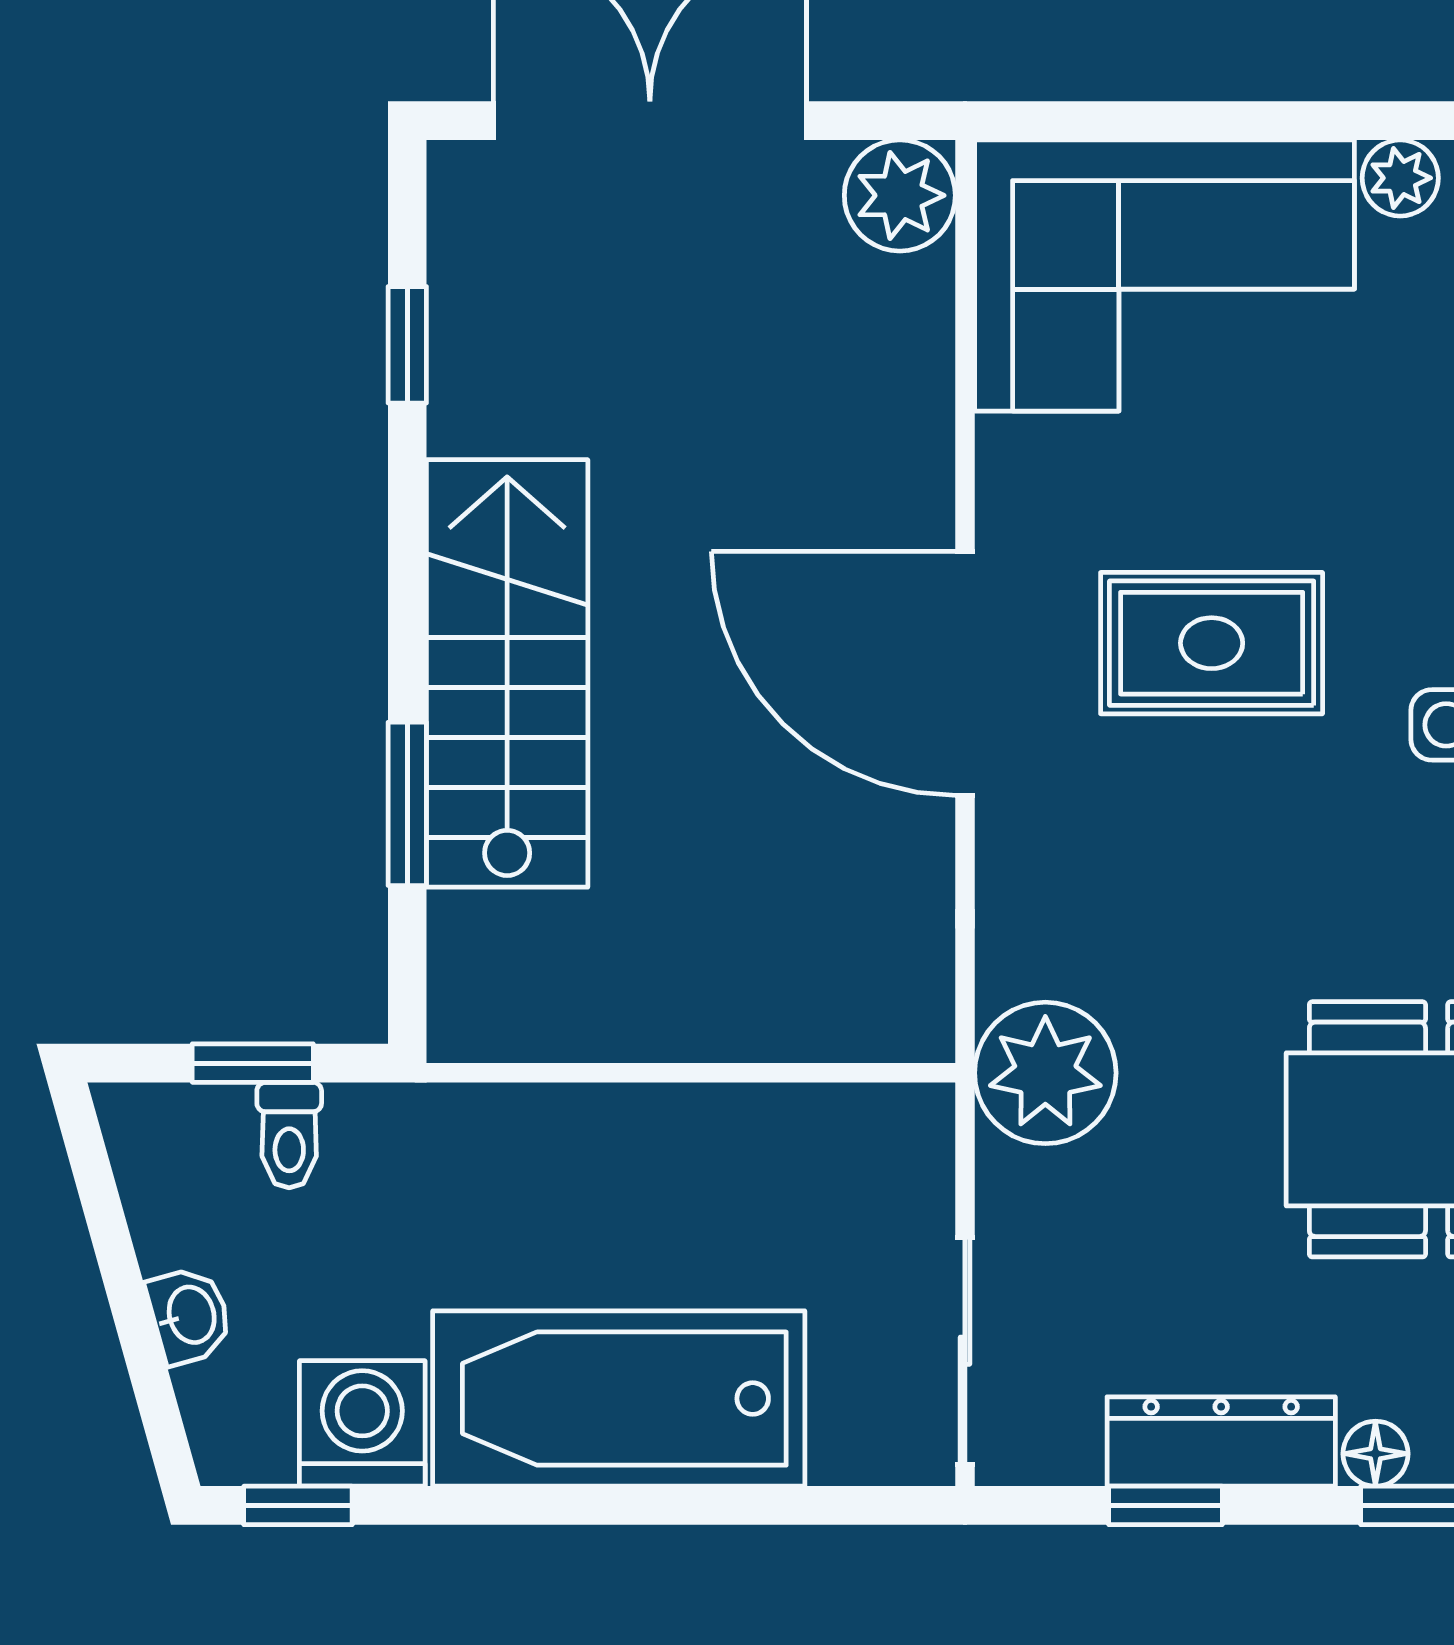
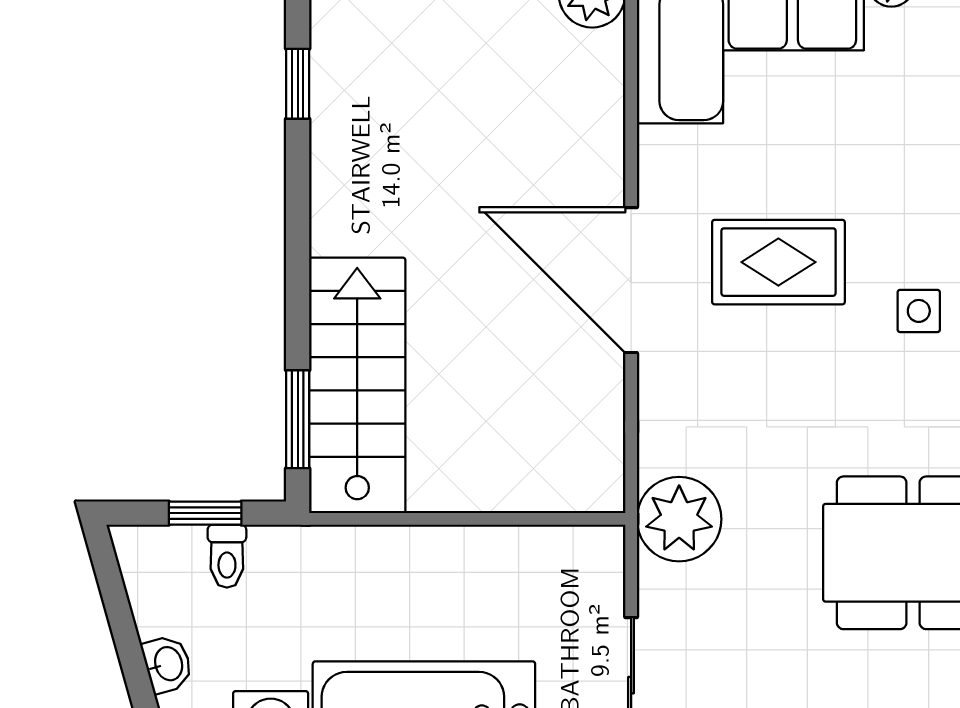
stairs: (507, 673) -> (357, 385), moved
window: (407, 804) -> (298, 419), moved

